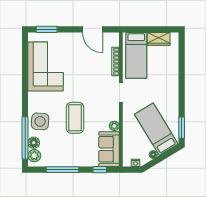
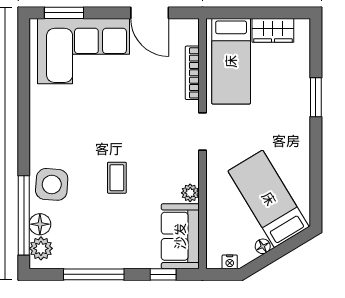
corner sofa: (46, 66) -> (83, 51), moved, turned 90
coffee table: (75, 118) -> (117, 178), width x0.54, depth x0.58
window: (182, 128) -> (316, 97), moved

